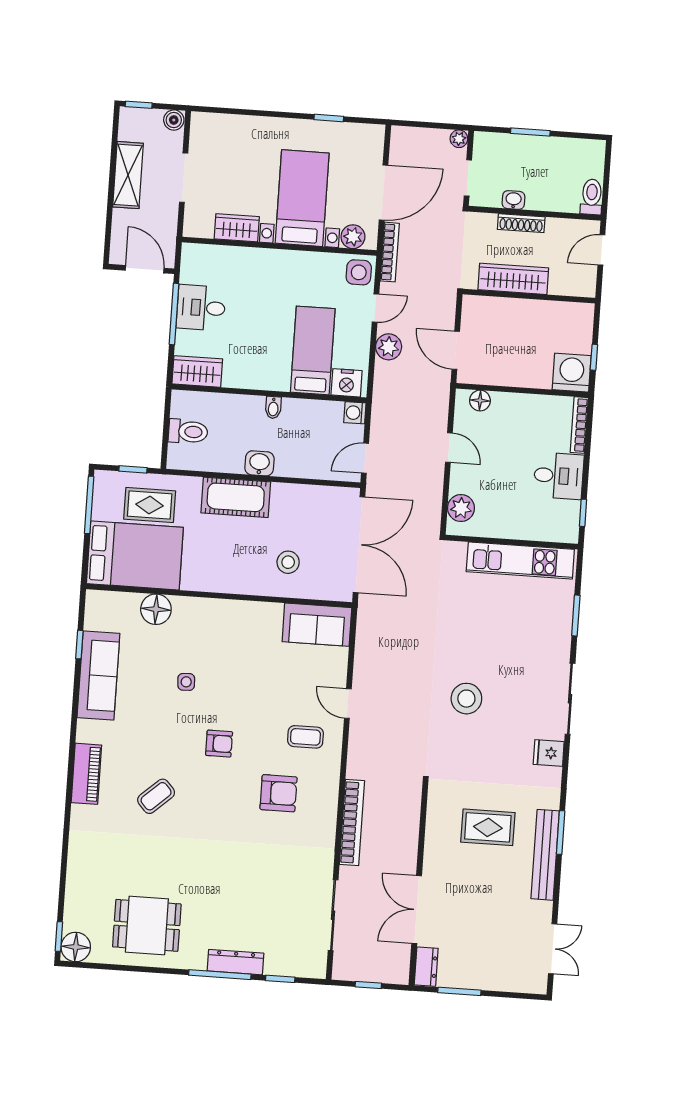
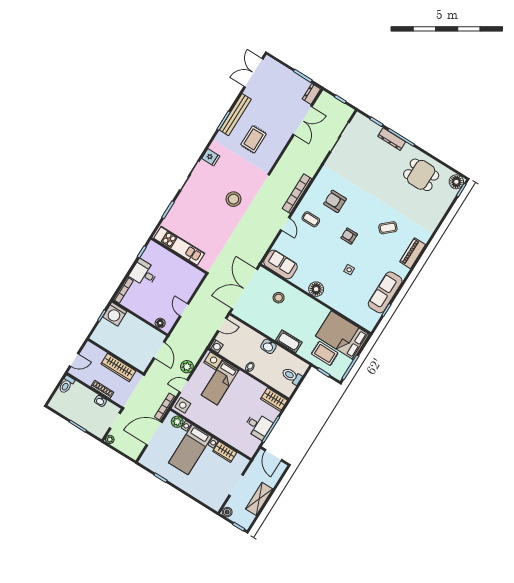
cot: (236, 497) -> (289, 341), width x0.73, depth x0.75
plant: (461, 508) -> (193, 282), removed
floor lamp: (156, 609) -> (316, 289), moved
bookcase: (352, 823) -> (297, 194), moved
rug: (488, 827) -> (254, 139), turned 90
double door: (553, 949) -> (254, 73), width x1.37

